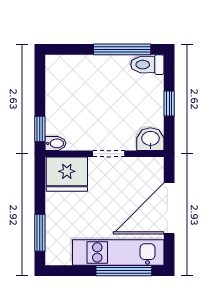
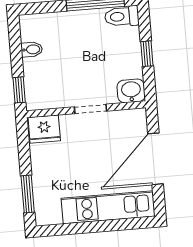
bidet: (55, 143) -> (32, 49), moved
fridge: (67, 174) -> (44, 129), width x0.73, depth x0.75
window: (124, 271) -> (115, 225), removed

